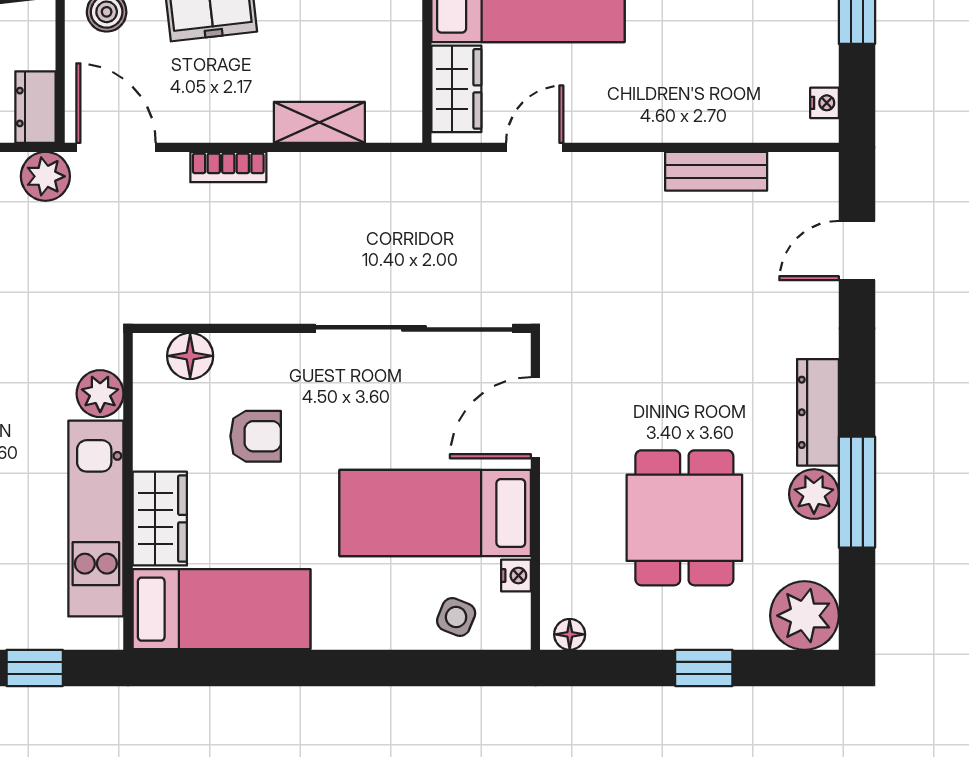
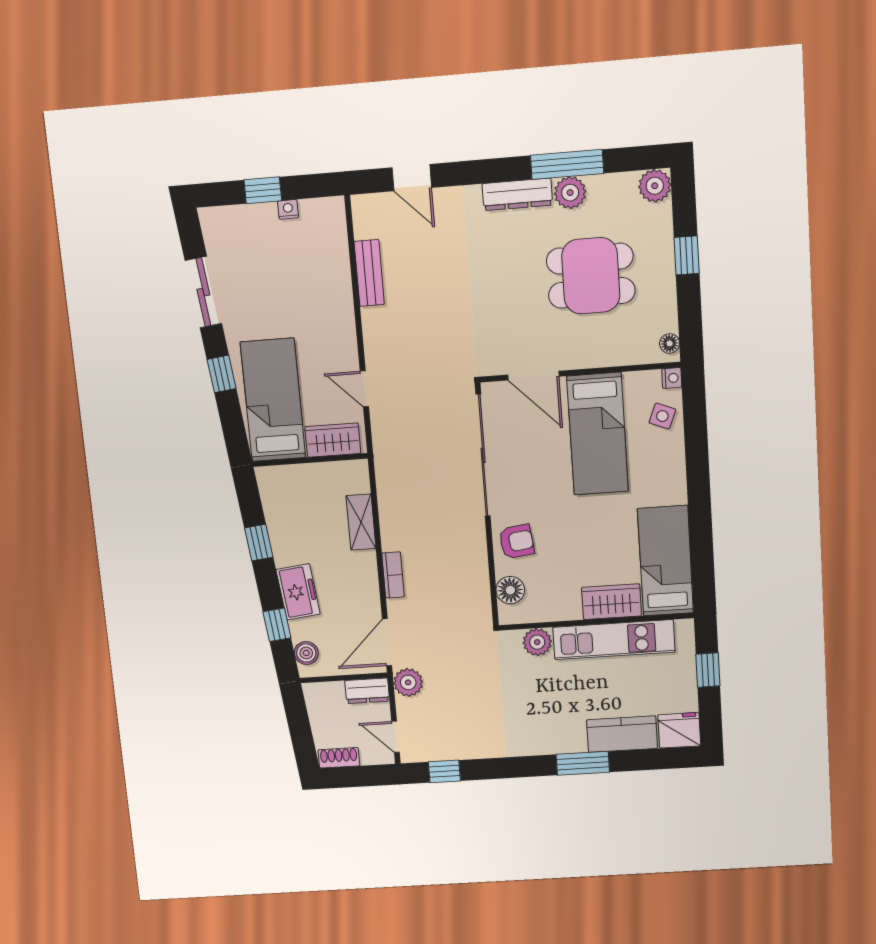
nightstand: (824, 103) -> (288, 209), moved
armchair: (256, 436) -> (517, 542), moved, turned 83
nightstand: (516, 576) -> (672, 378), moved, turned 90
plant: (804, 616) -> (655, 186), width x0.73, depth x0.73

